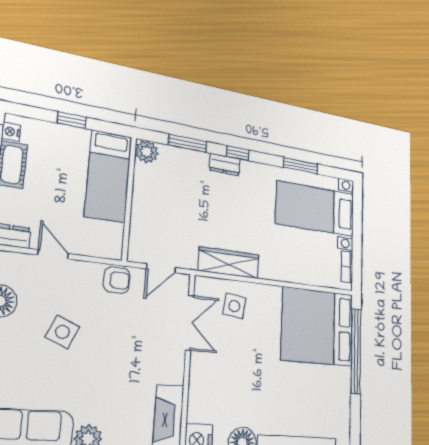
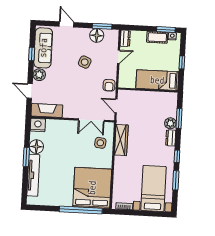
plant: (147, 152) -> (170, 123), moved
window: (238, 153) -> (177, 156), moved

